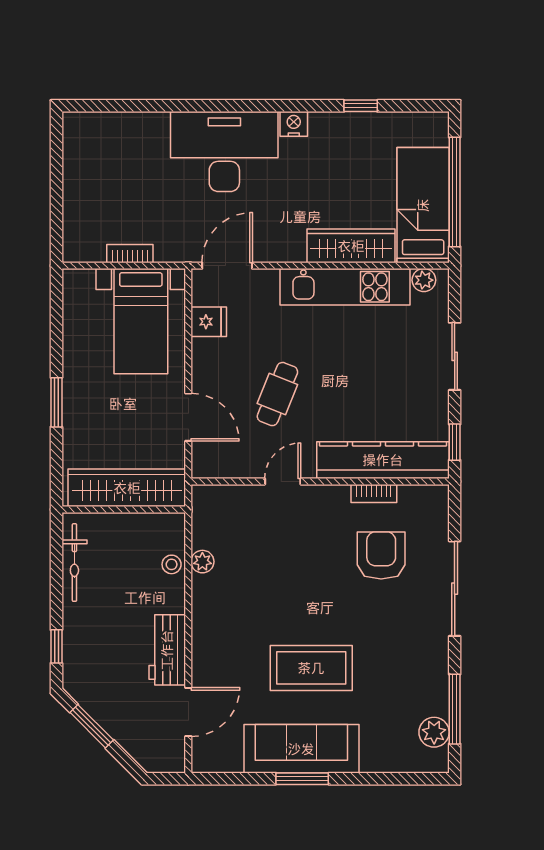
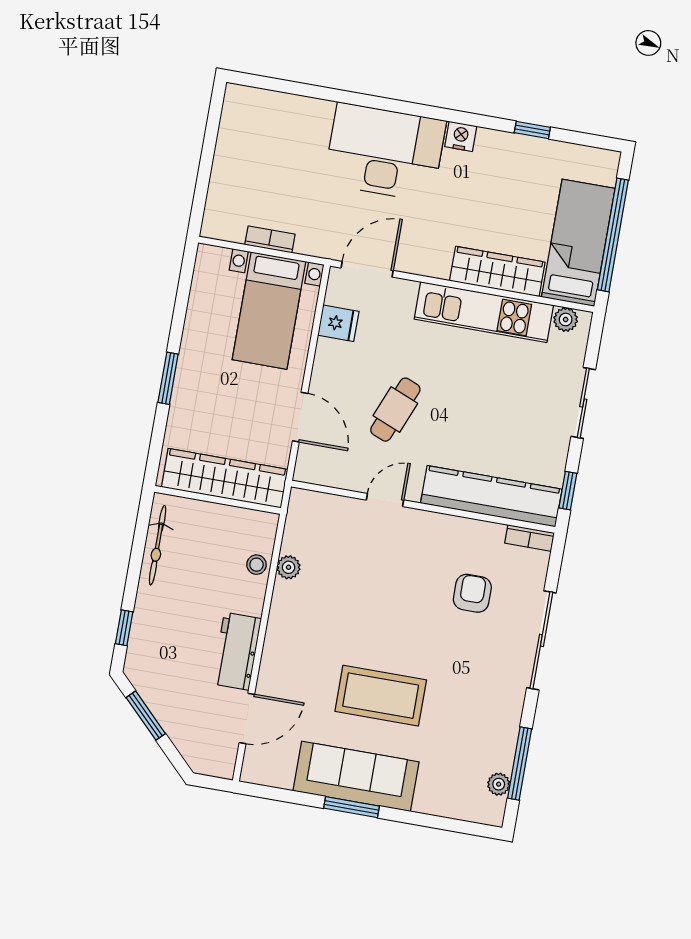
bookcase: (374, 493) -> (530, 538), moved
armchair: (381, 555) -> (472, 593), width x0.72, depth x0.72
plant: (434, 732) -> (499, 784), width x0.73, depth x0.73

